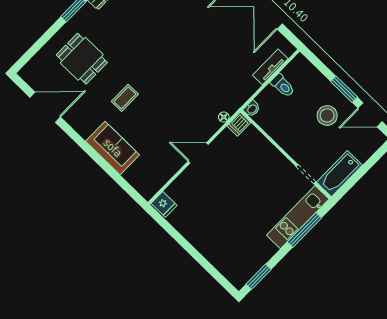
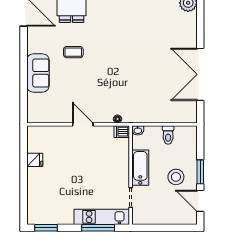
tv unit: (270, 67) -> (172, 118), removed
bathtub: (339, 174) -> (140, 168), moved, turned 90
fridge: (164, 204) -> (35, 160), moved, turned -90

